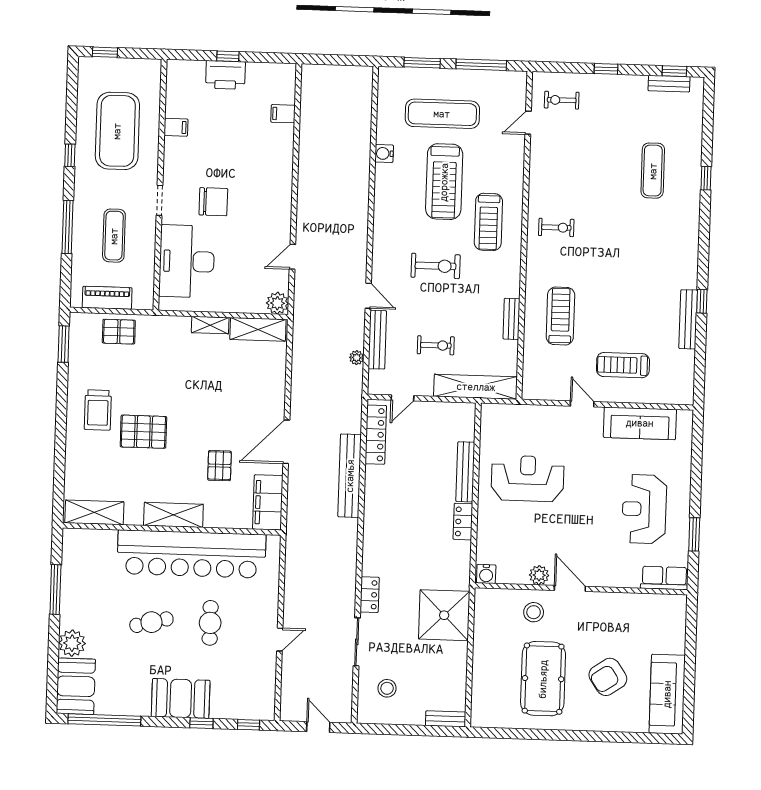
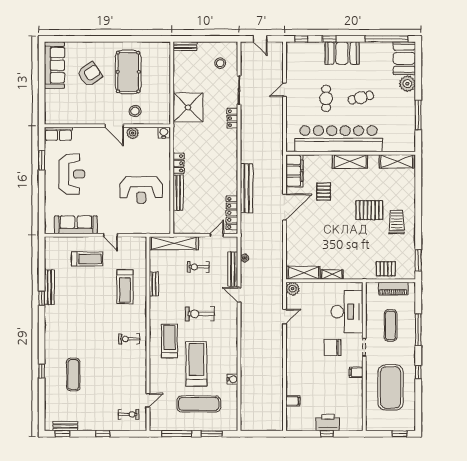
filing cabinet: (176, 127) -> (356, 372), moved

